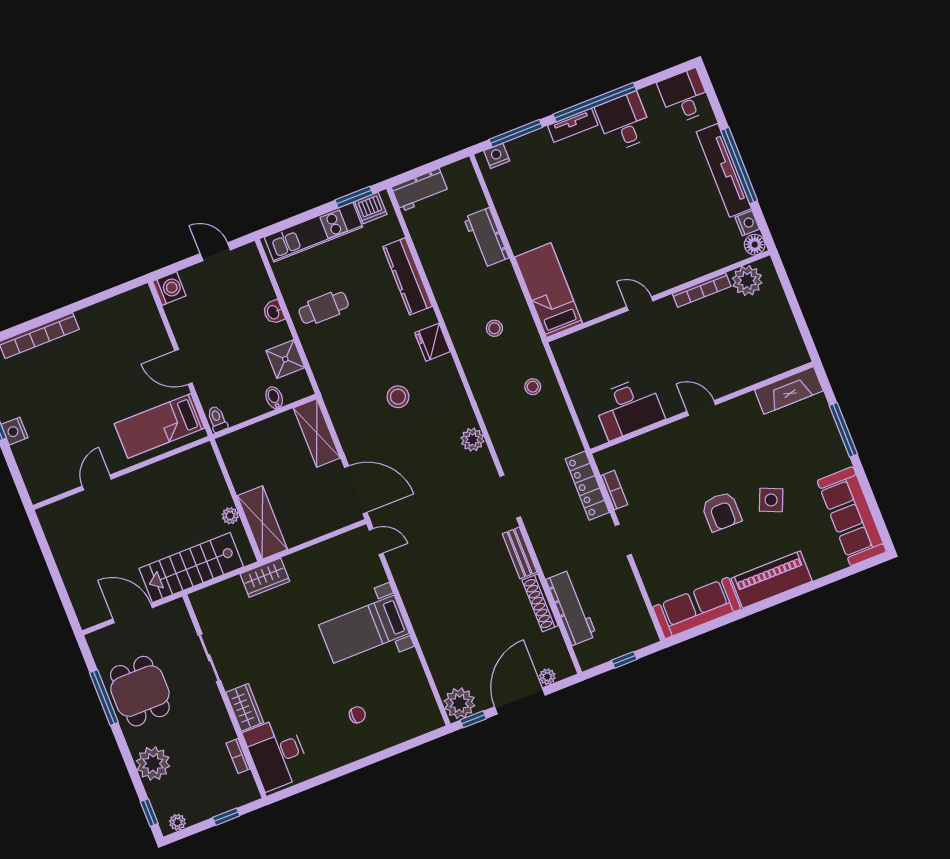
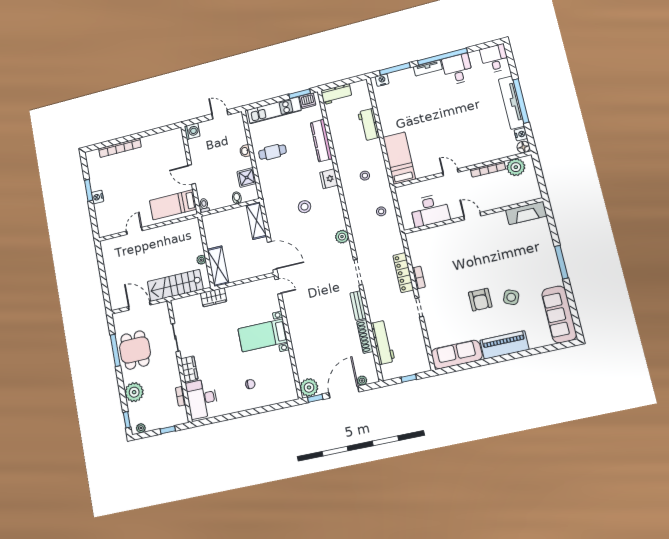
fireplace: (789, 390) -> (526, 213), moved
desk: (629, 408) -> (430, 210), moved
door: (701, 408) -> (472, 216), moved
wall: (702, 408) -> (473, 216), moved

